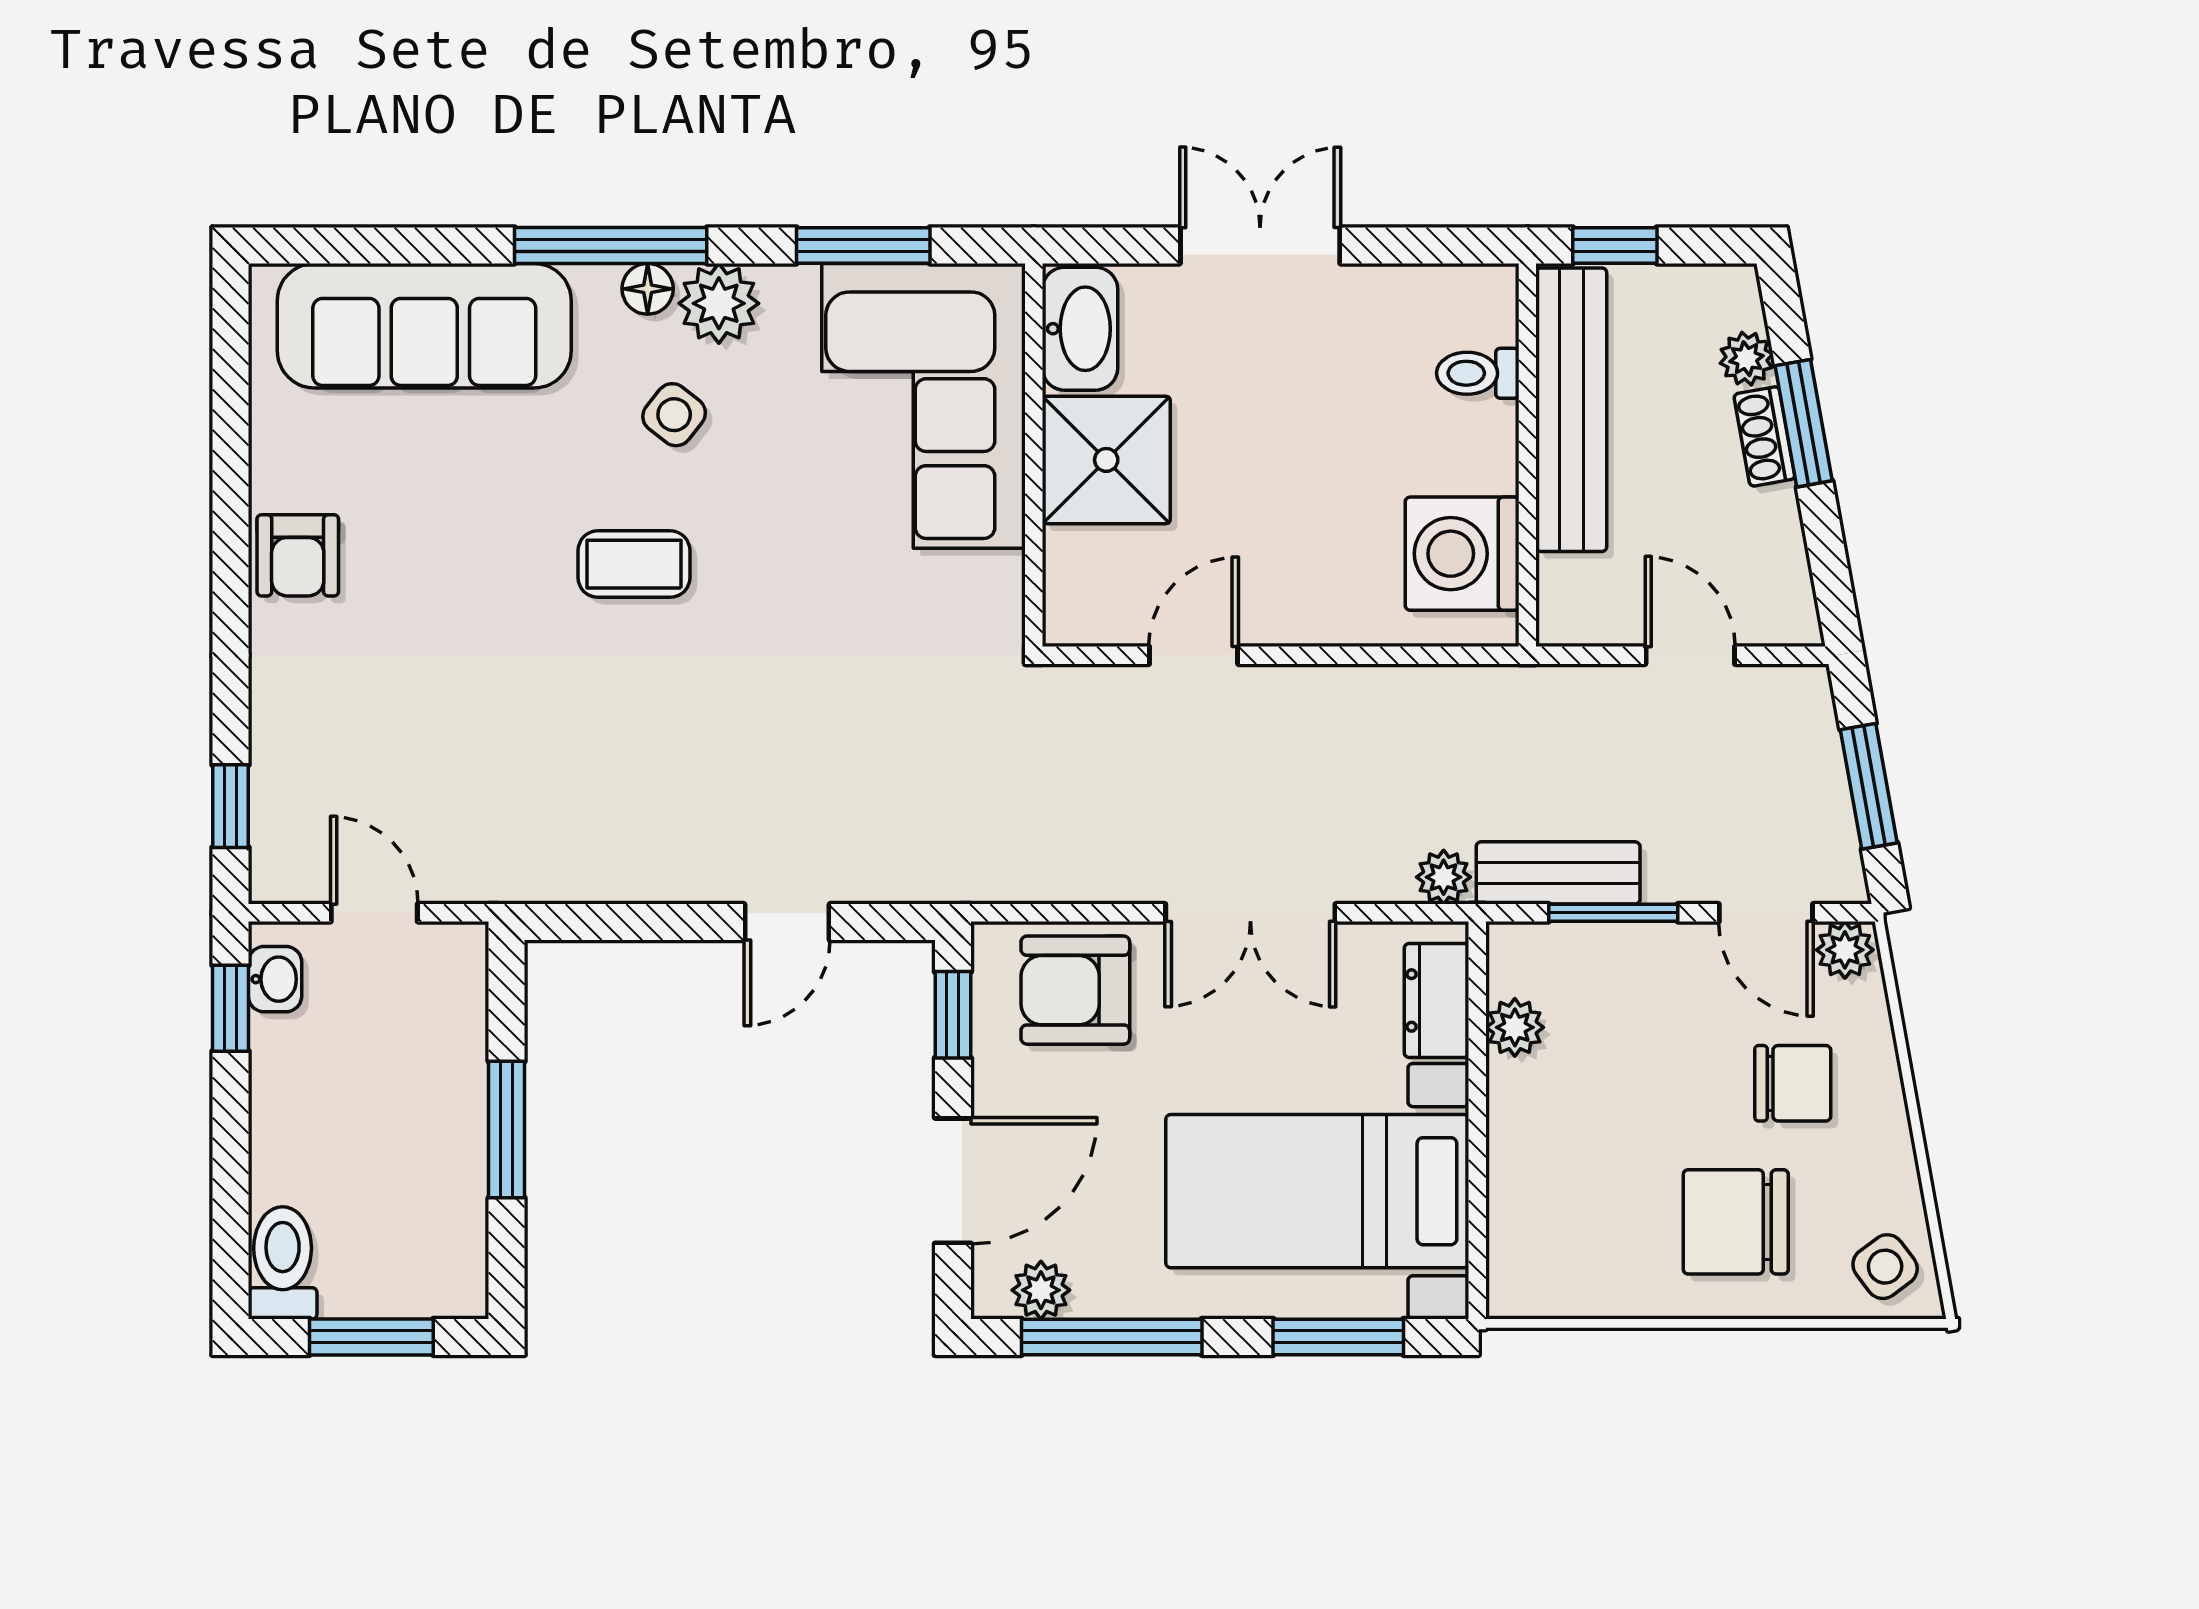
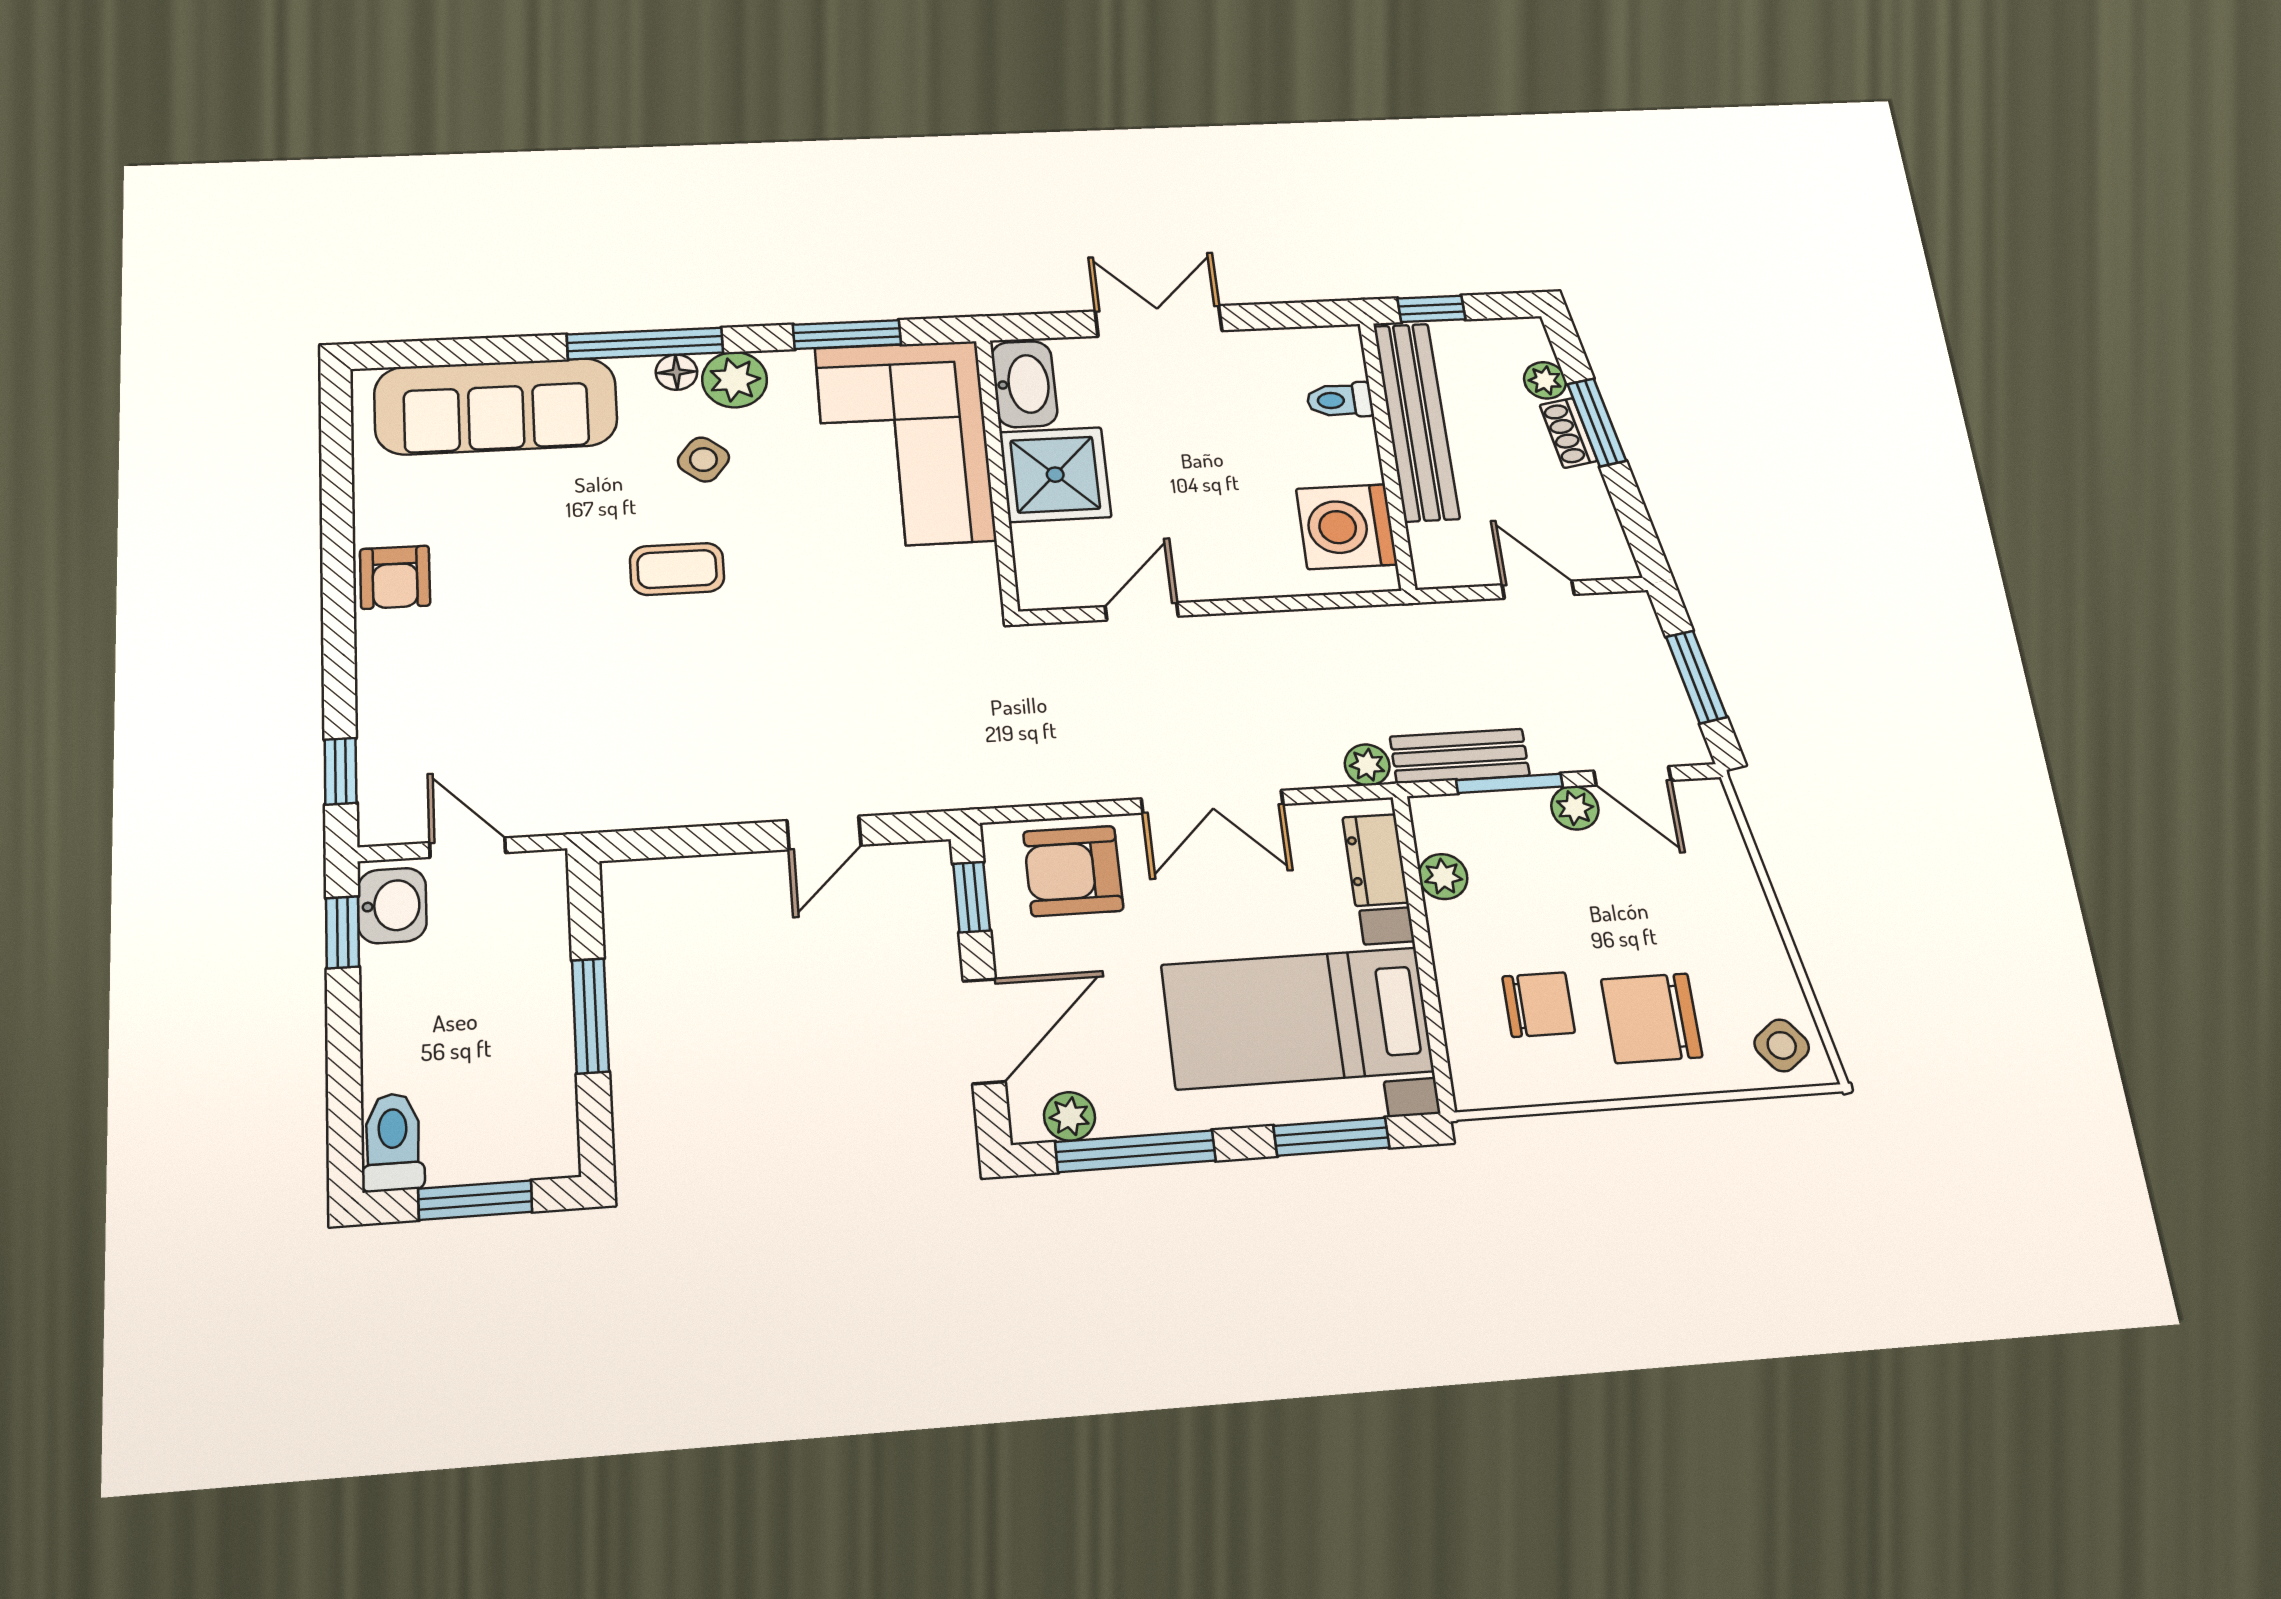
plant: (1845, 950) -> (1575, 808), moved
washbasin: (275, 979) -> (392, 906), width x1.38, depth x1.45
chair: (1793, 1083) -> (1539, 1005), moved

